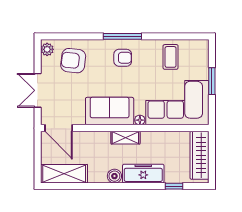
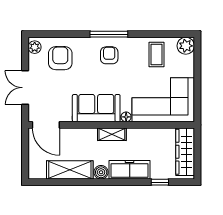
plant: (200, 48) -> (186, 46), added
armchair: (123, 58) -> (109, 55), turned -90
armchair: (73, 61) -> (60, 58), turned 83
window: (212, 81) -> (197, 78), removed
shelving: (64, 174) -> (70, 170), moved

